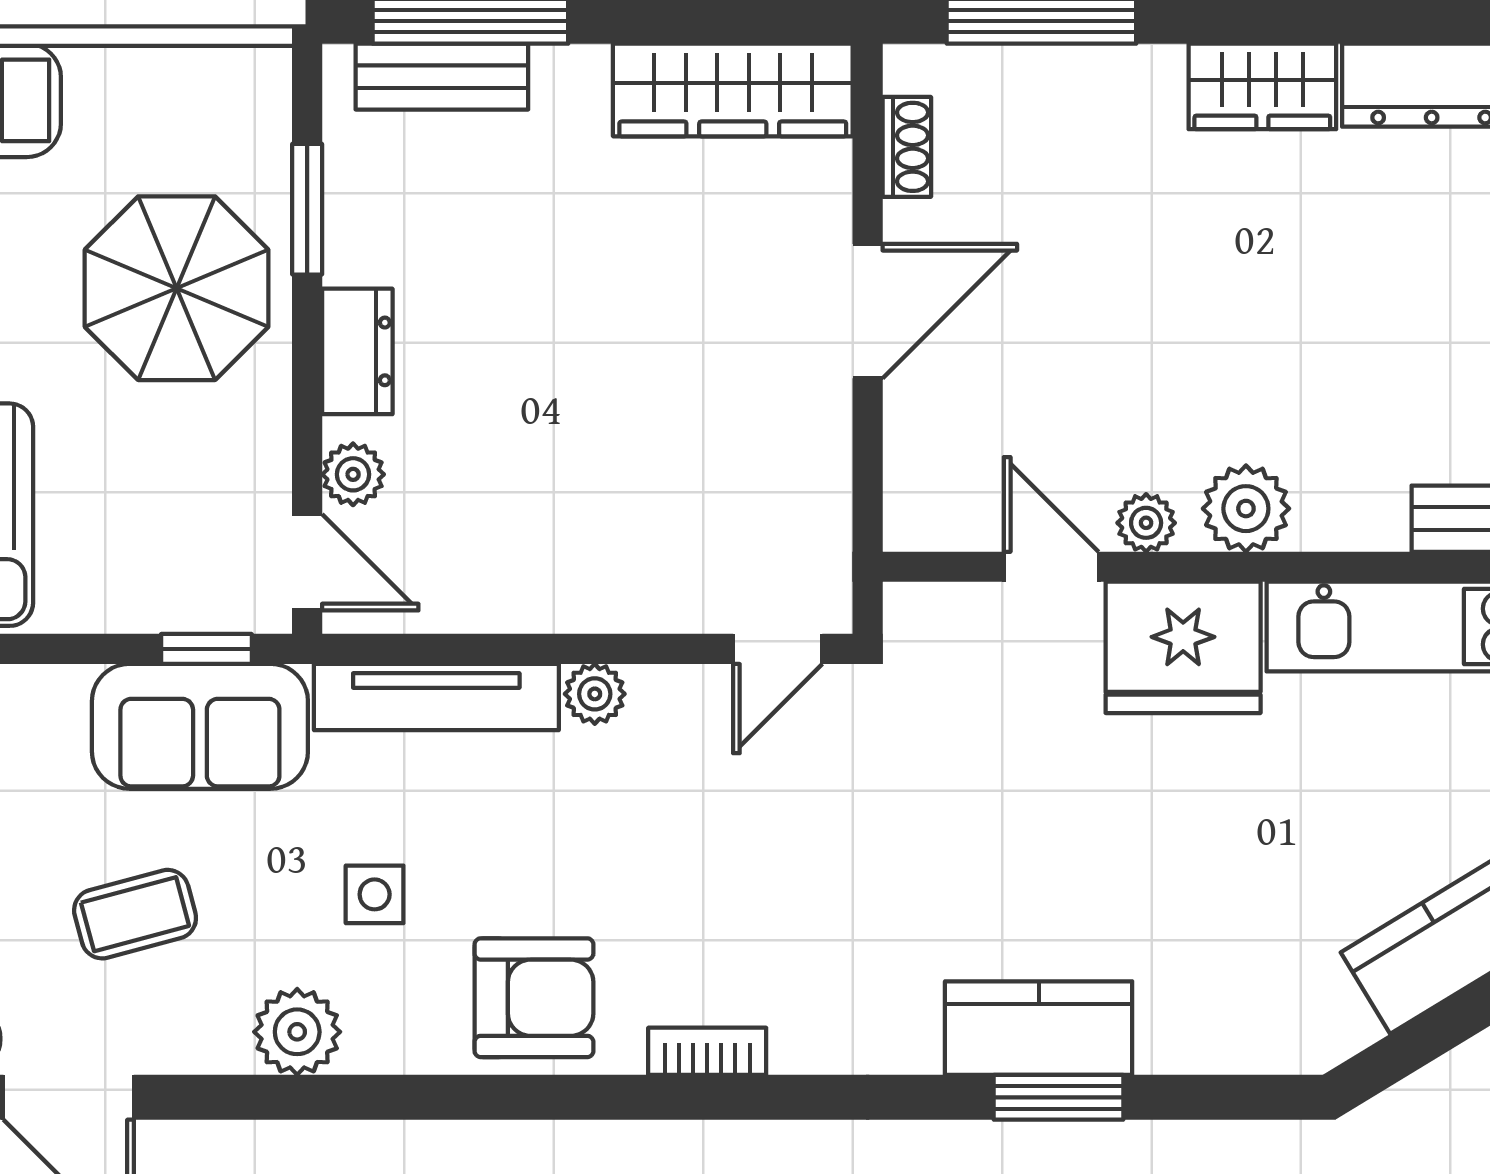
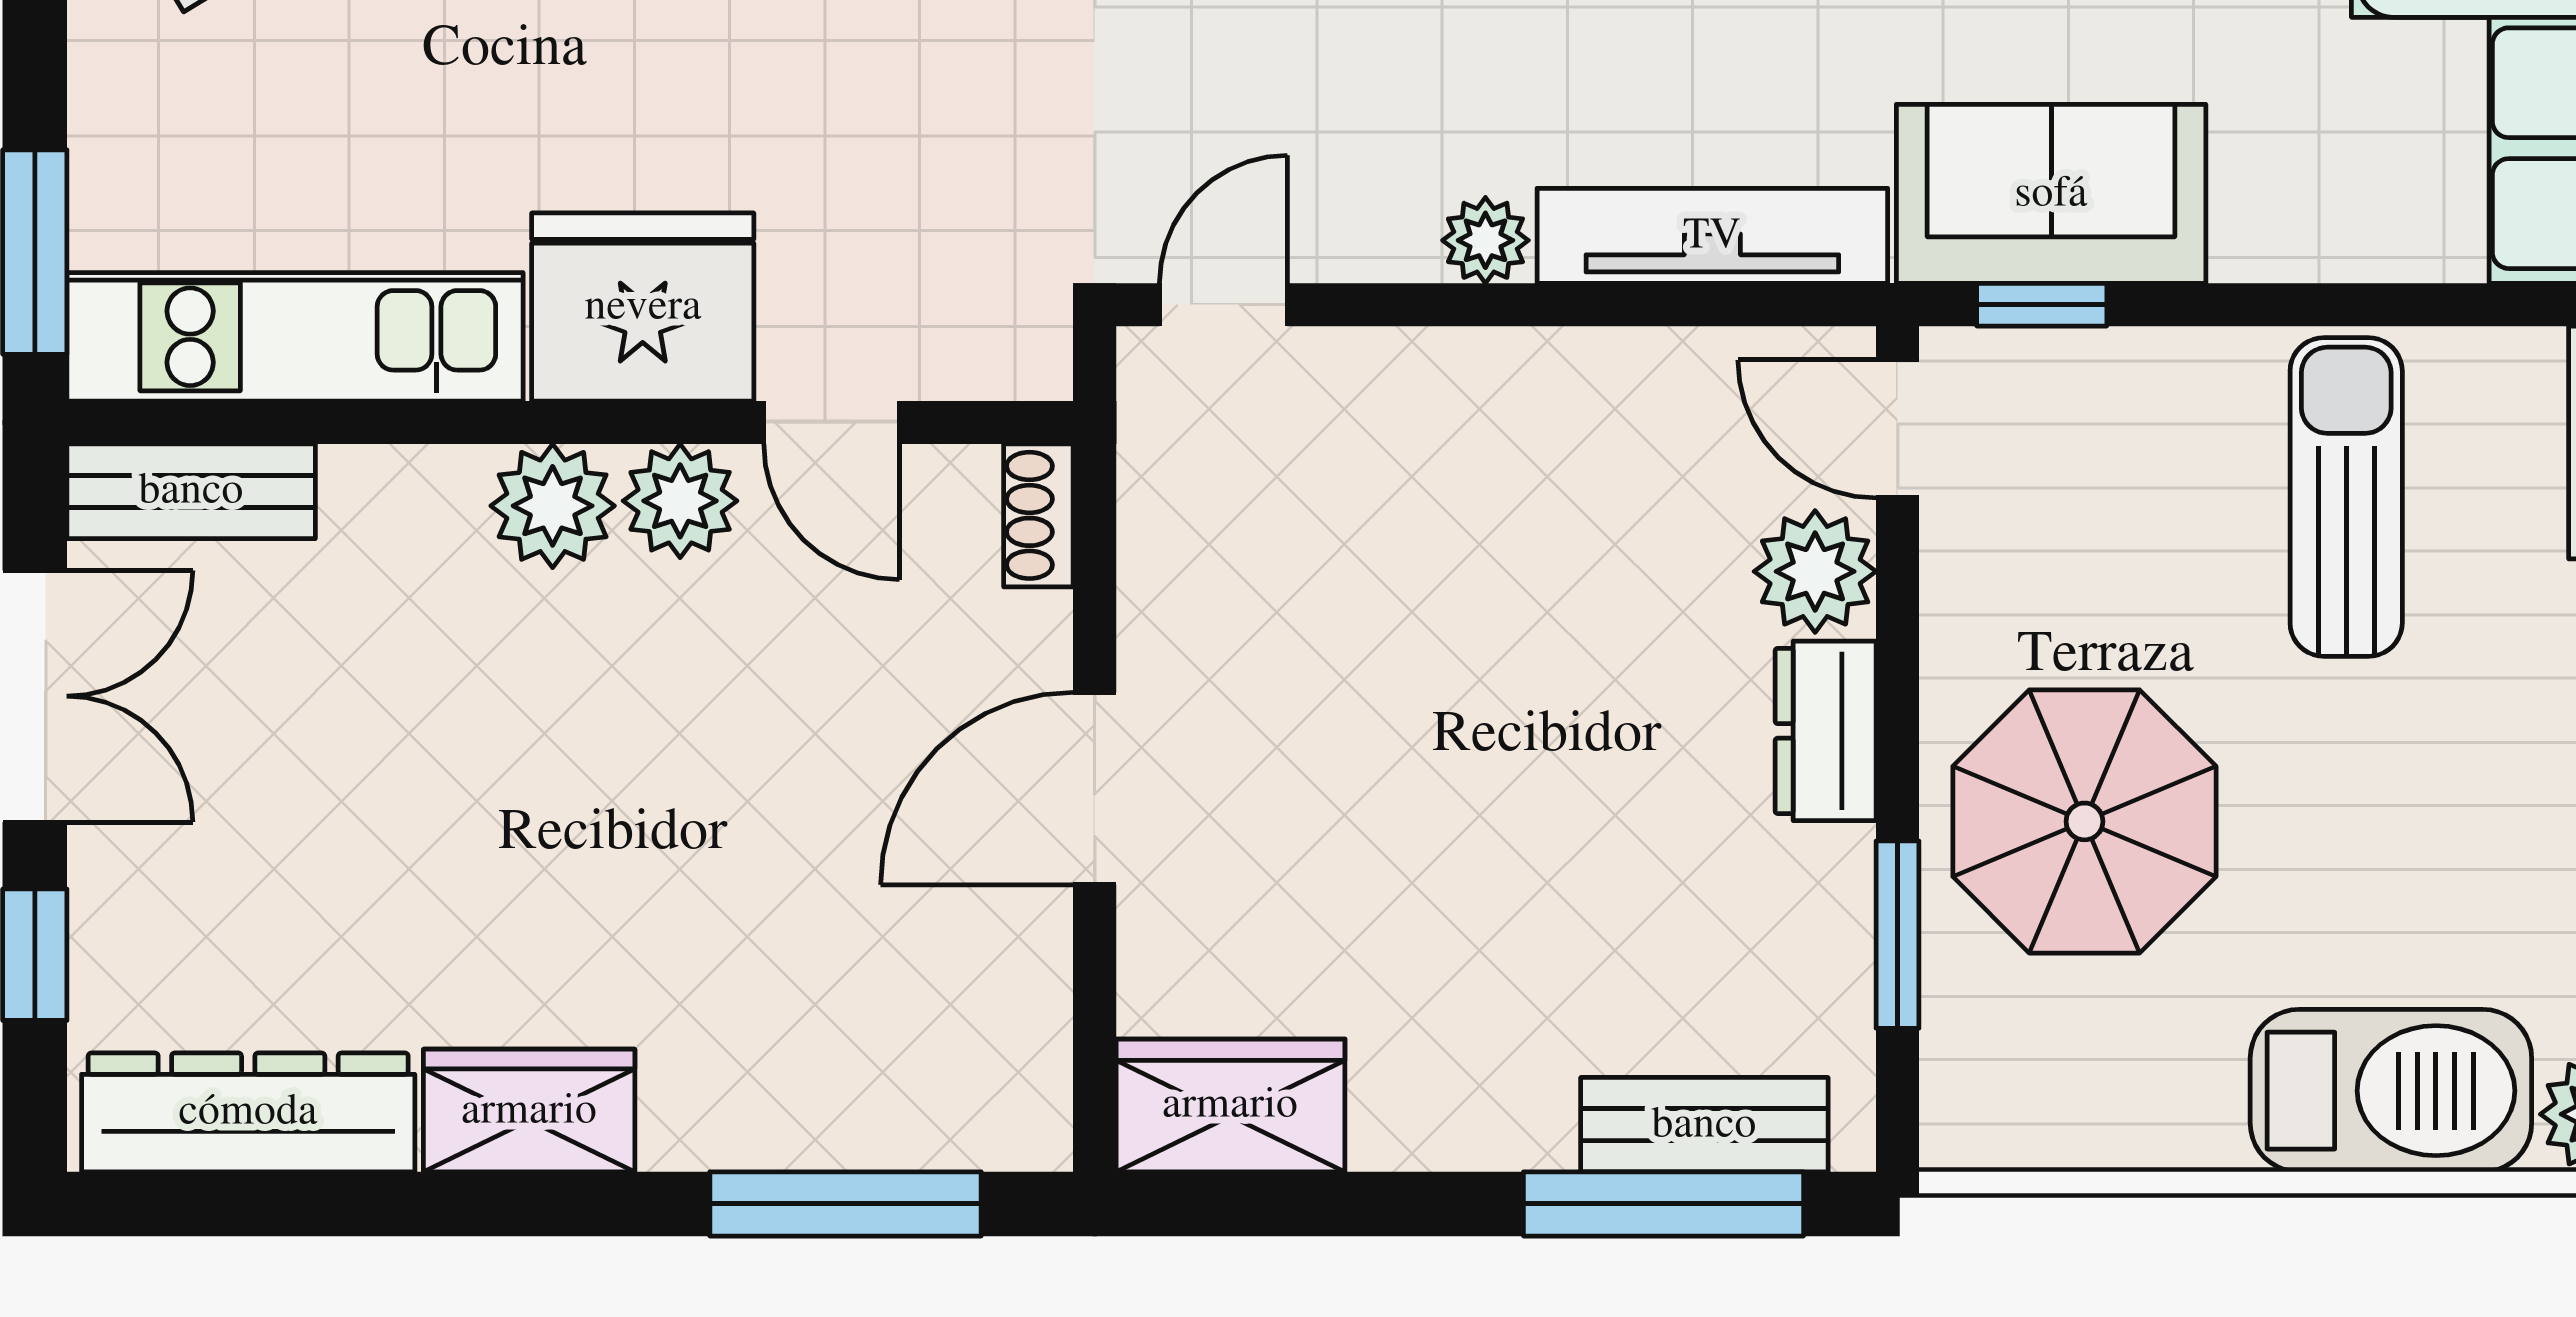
wardrobe: (733, 90) -> (1230, 1105), width x0.67
shoe rack: (907, 147) -> (1038, 515), moved
plant: (353, 474) -> (1815, 571), width x1.38, depth x1.38
plant: (1146, 523) -> (680, 501), width x1.38, depth x1.38

